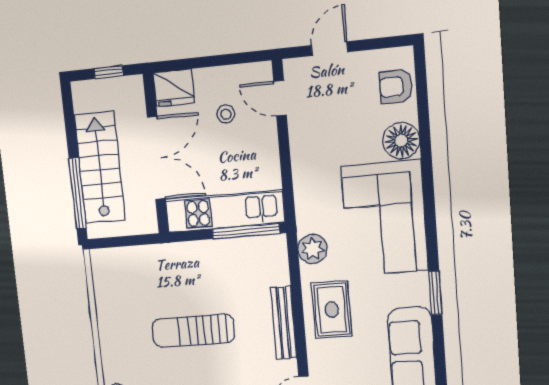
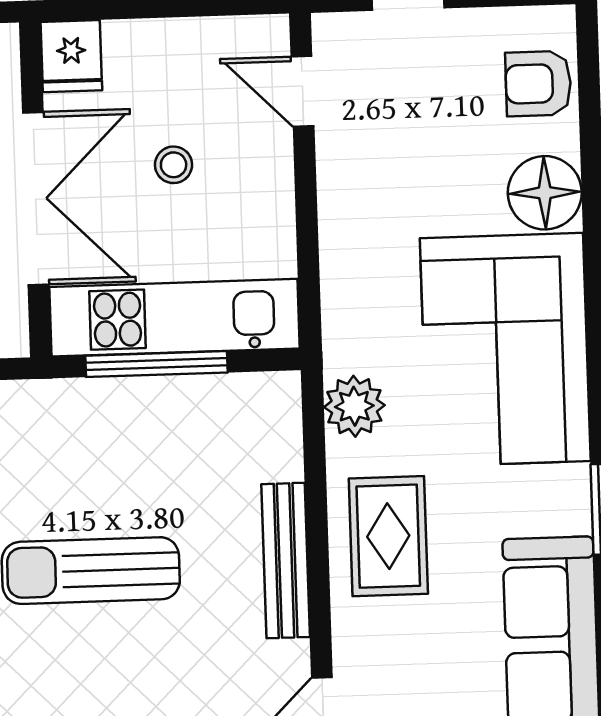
fridge: (174, 88) -> (71, 56), width x0.72
stool: (226, 114) -> (174, 165), moved
window: (246, 231) -> (157, 364), moved

